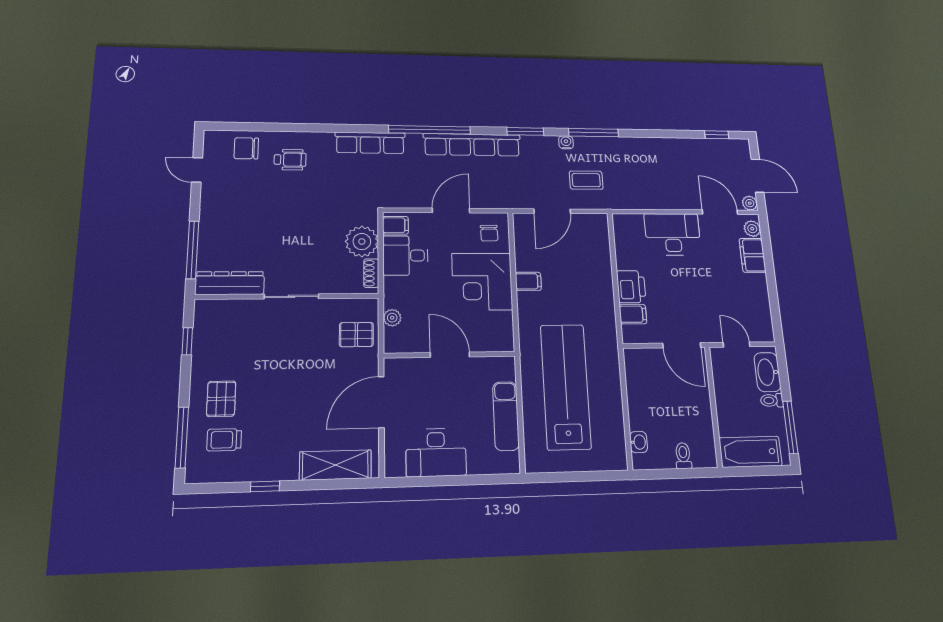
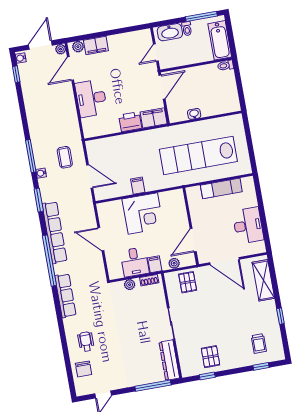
water cooler: (740, 145) -> (21, 58), added
filing cabinet: (395, 225) -> (155, 264), moved
chair: (489, 233) -> (111, 214), removed
plant: (362, 241) -> (130, 285), width x0.53, depth x0.53
filing cabinet: (633, 314) -> (154, 118), width x2.00
door: (450, 355) -> (193, 240), moved
pallet: (221, 399) -> (211, 357), moved, turned 90
window: (182, 437) -> (261, 366), width x0.46
washbasin: (639, 442) -> (194, 114), moved
toilet: (683, 456) -> (225, 65), moved

